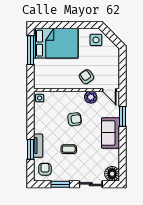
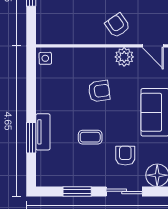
armchair: (45, 169) -> (125, 156), moved

